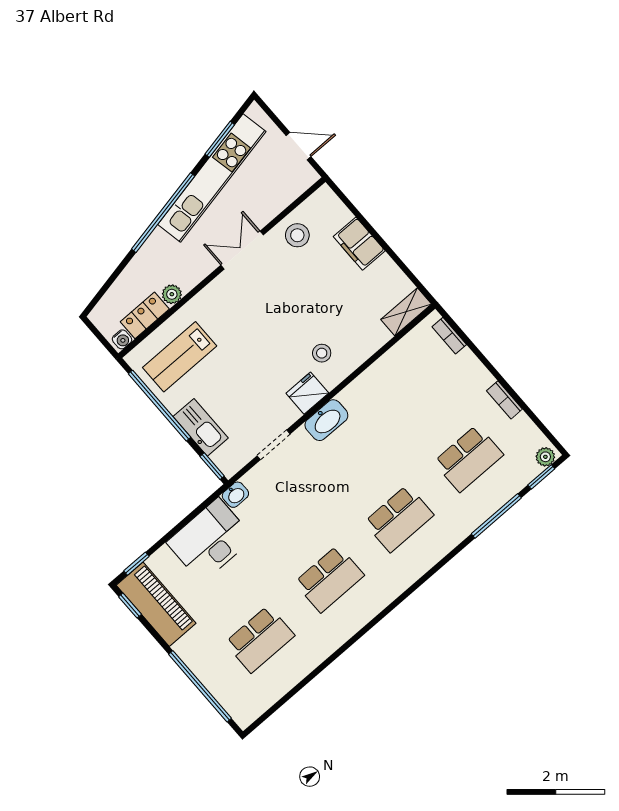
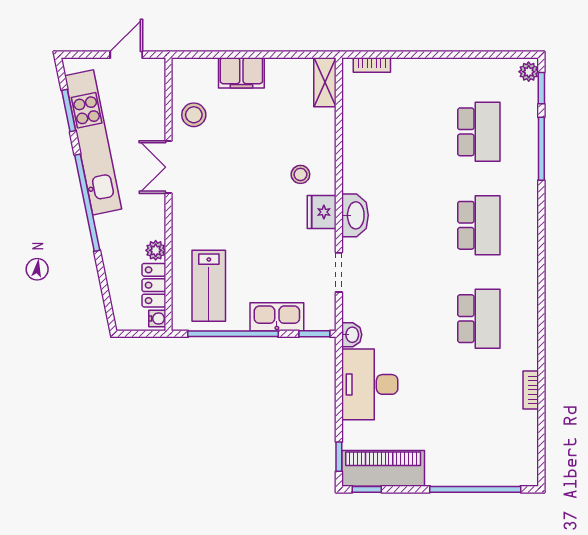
bookcase: (504, 400) -> (531, 390), moved, turned 90
school desk: (260, 639) -> (479, 412), removed

